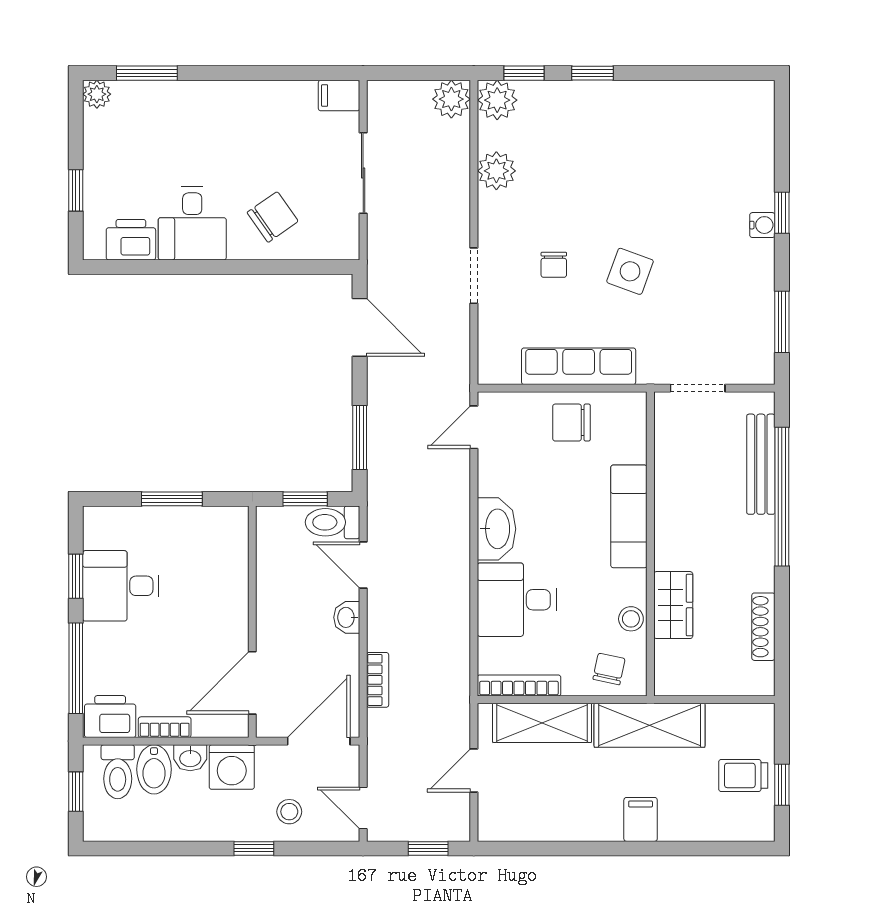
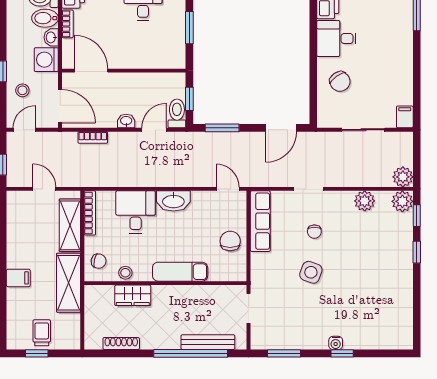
chair: (554, 265) -> (314, 232), turned -90
row of seats: (579, 366) -> (260, 221), moved

